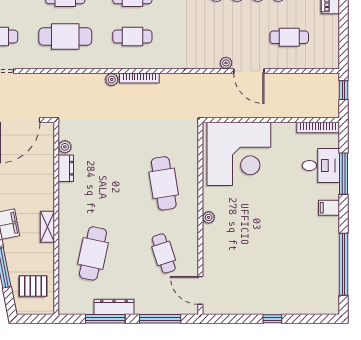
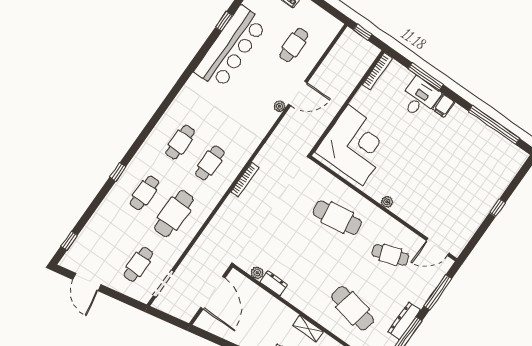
plant: (112, 80) -> (231, 201), removed
desk: (321, 165) -> (420, 98), moved

